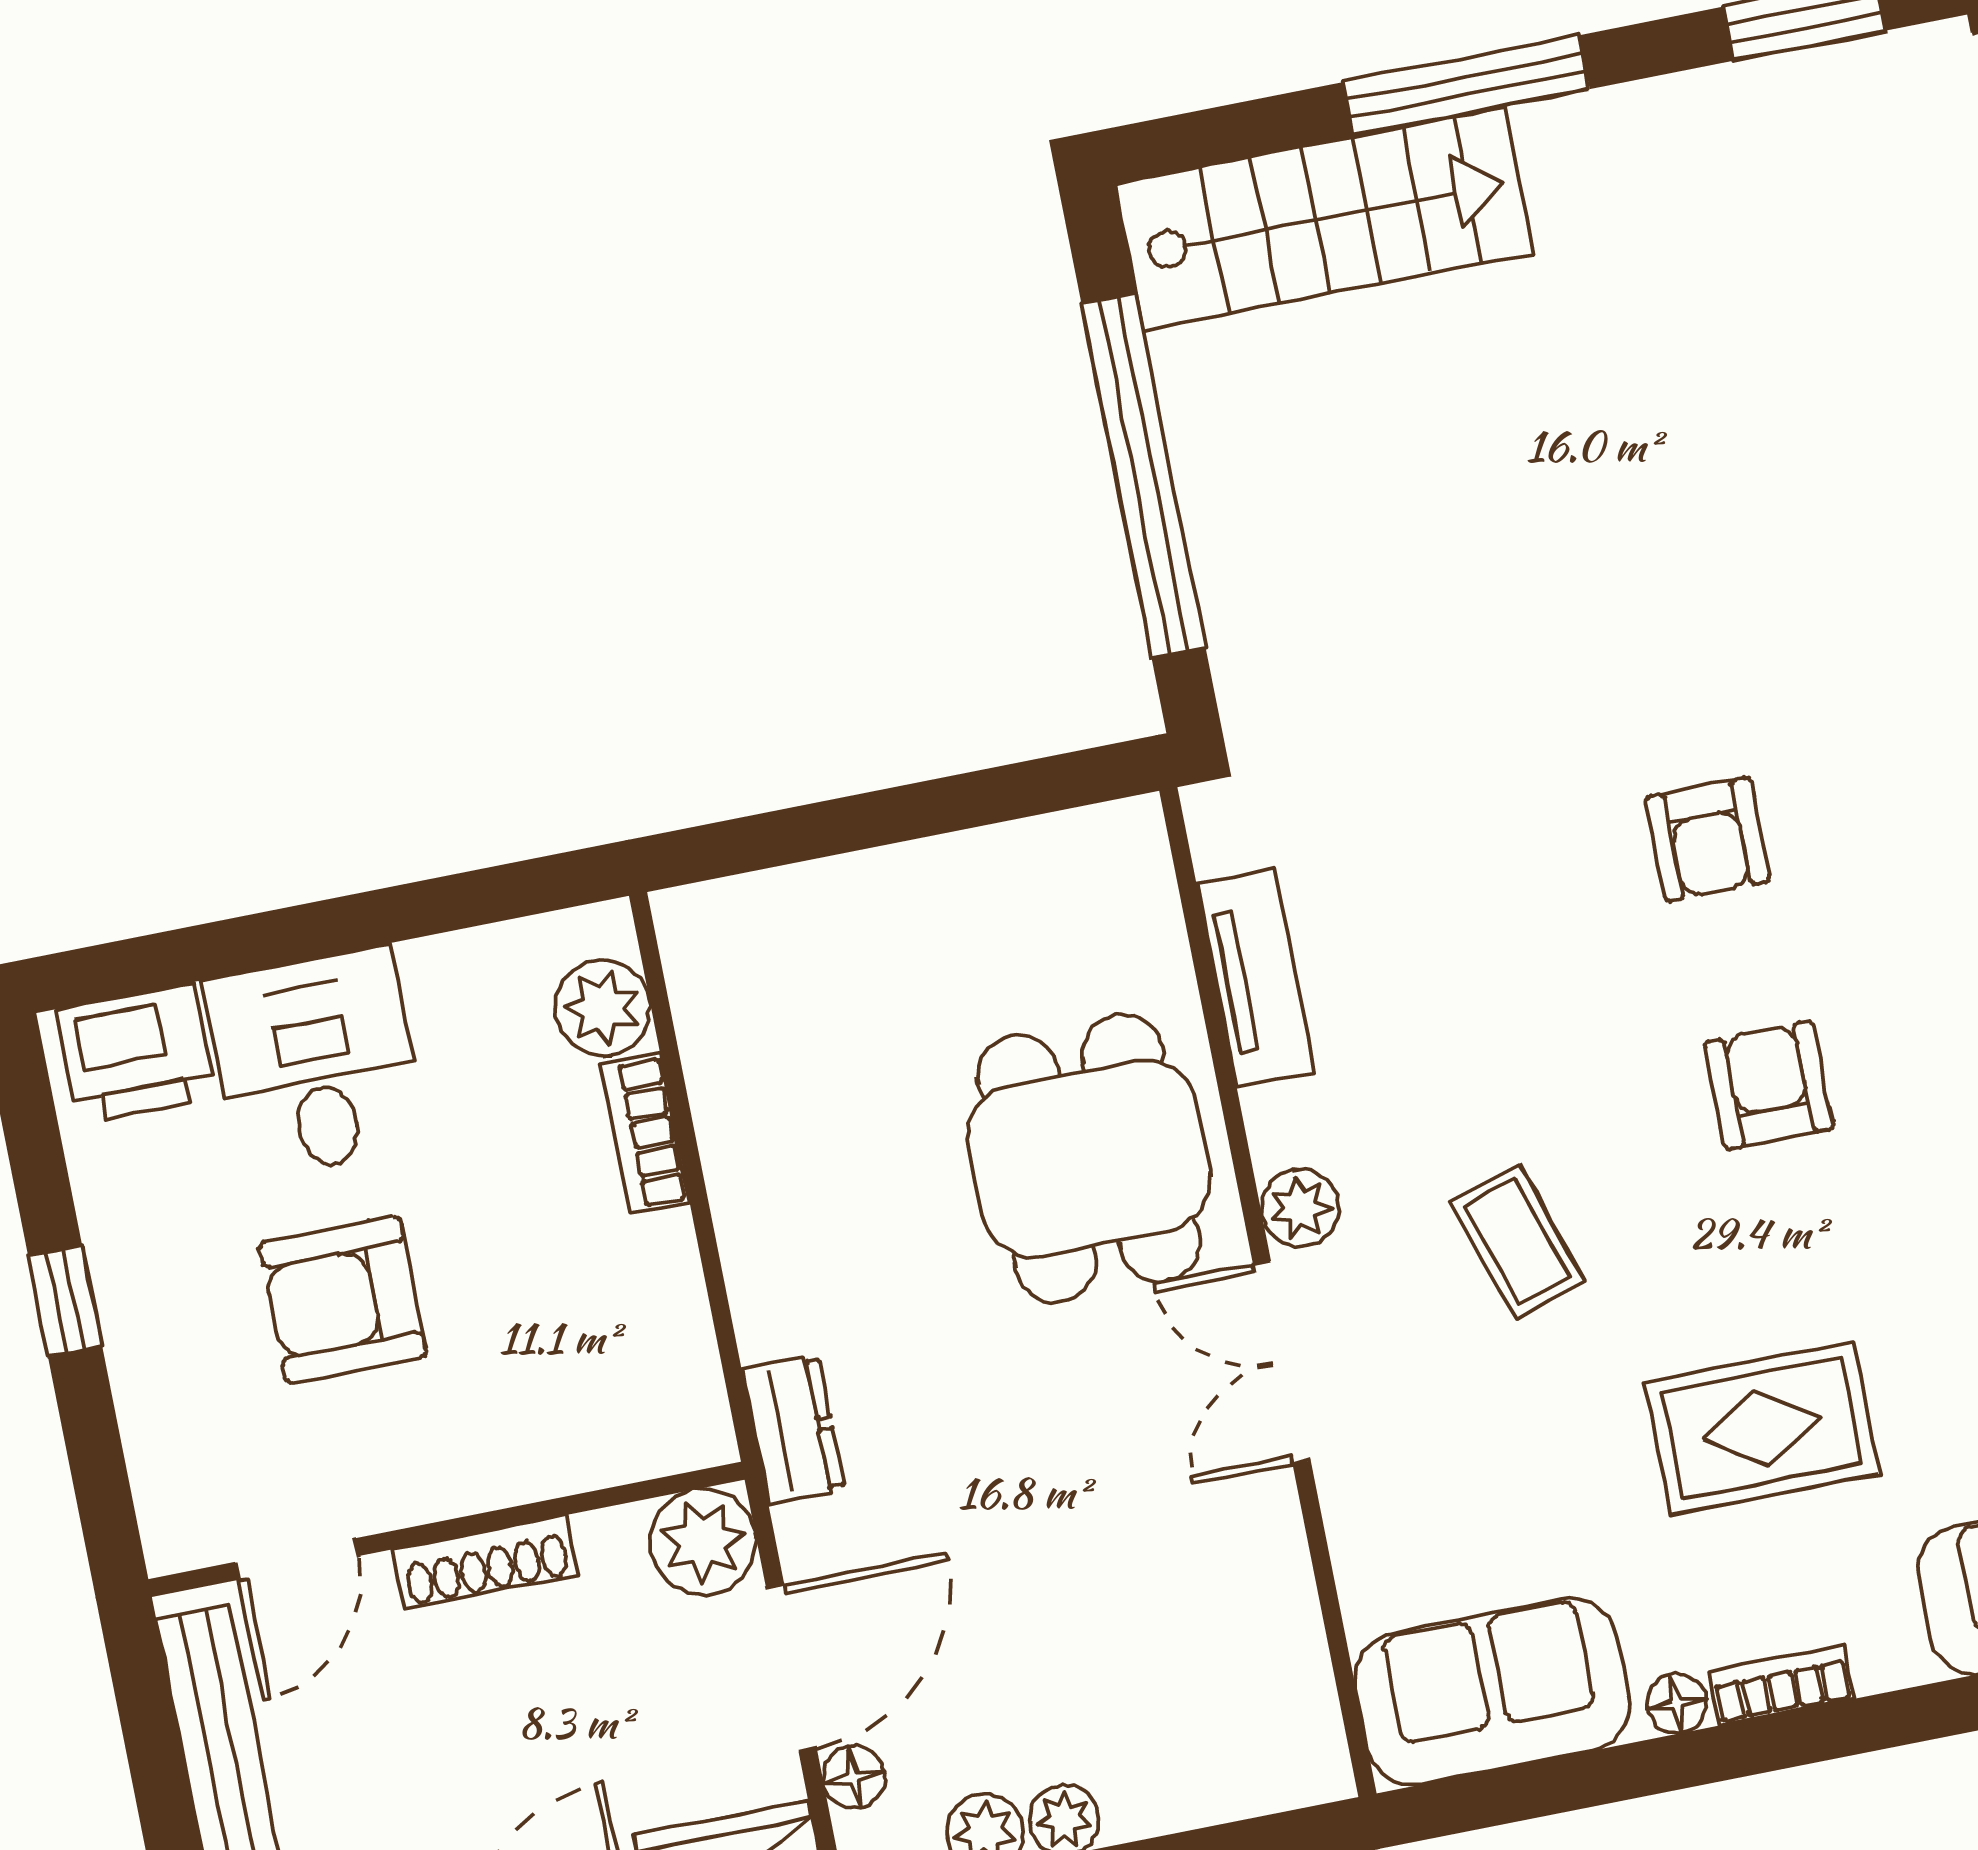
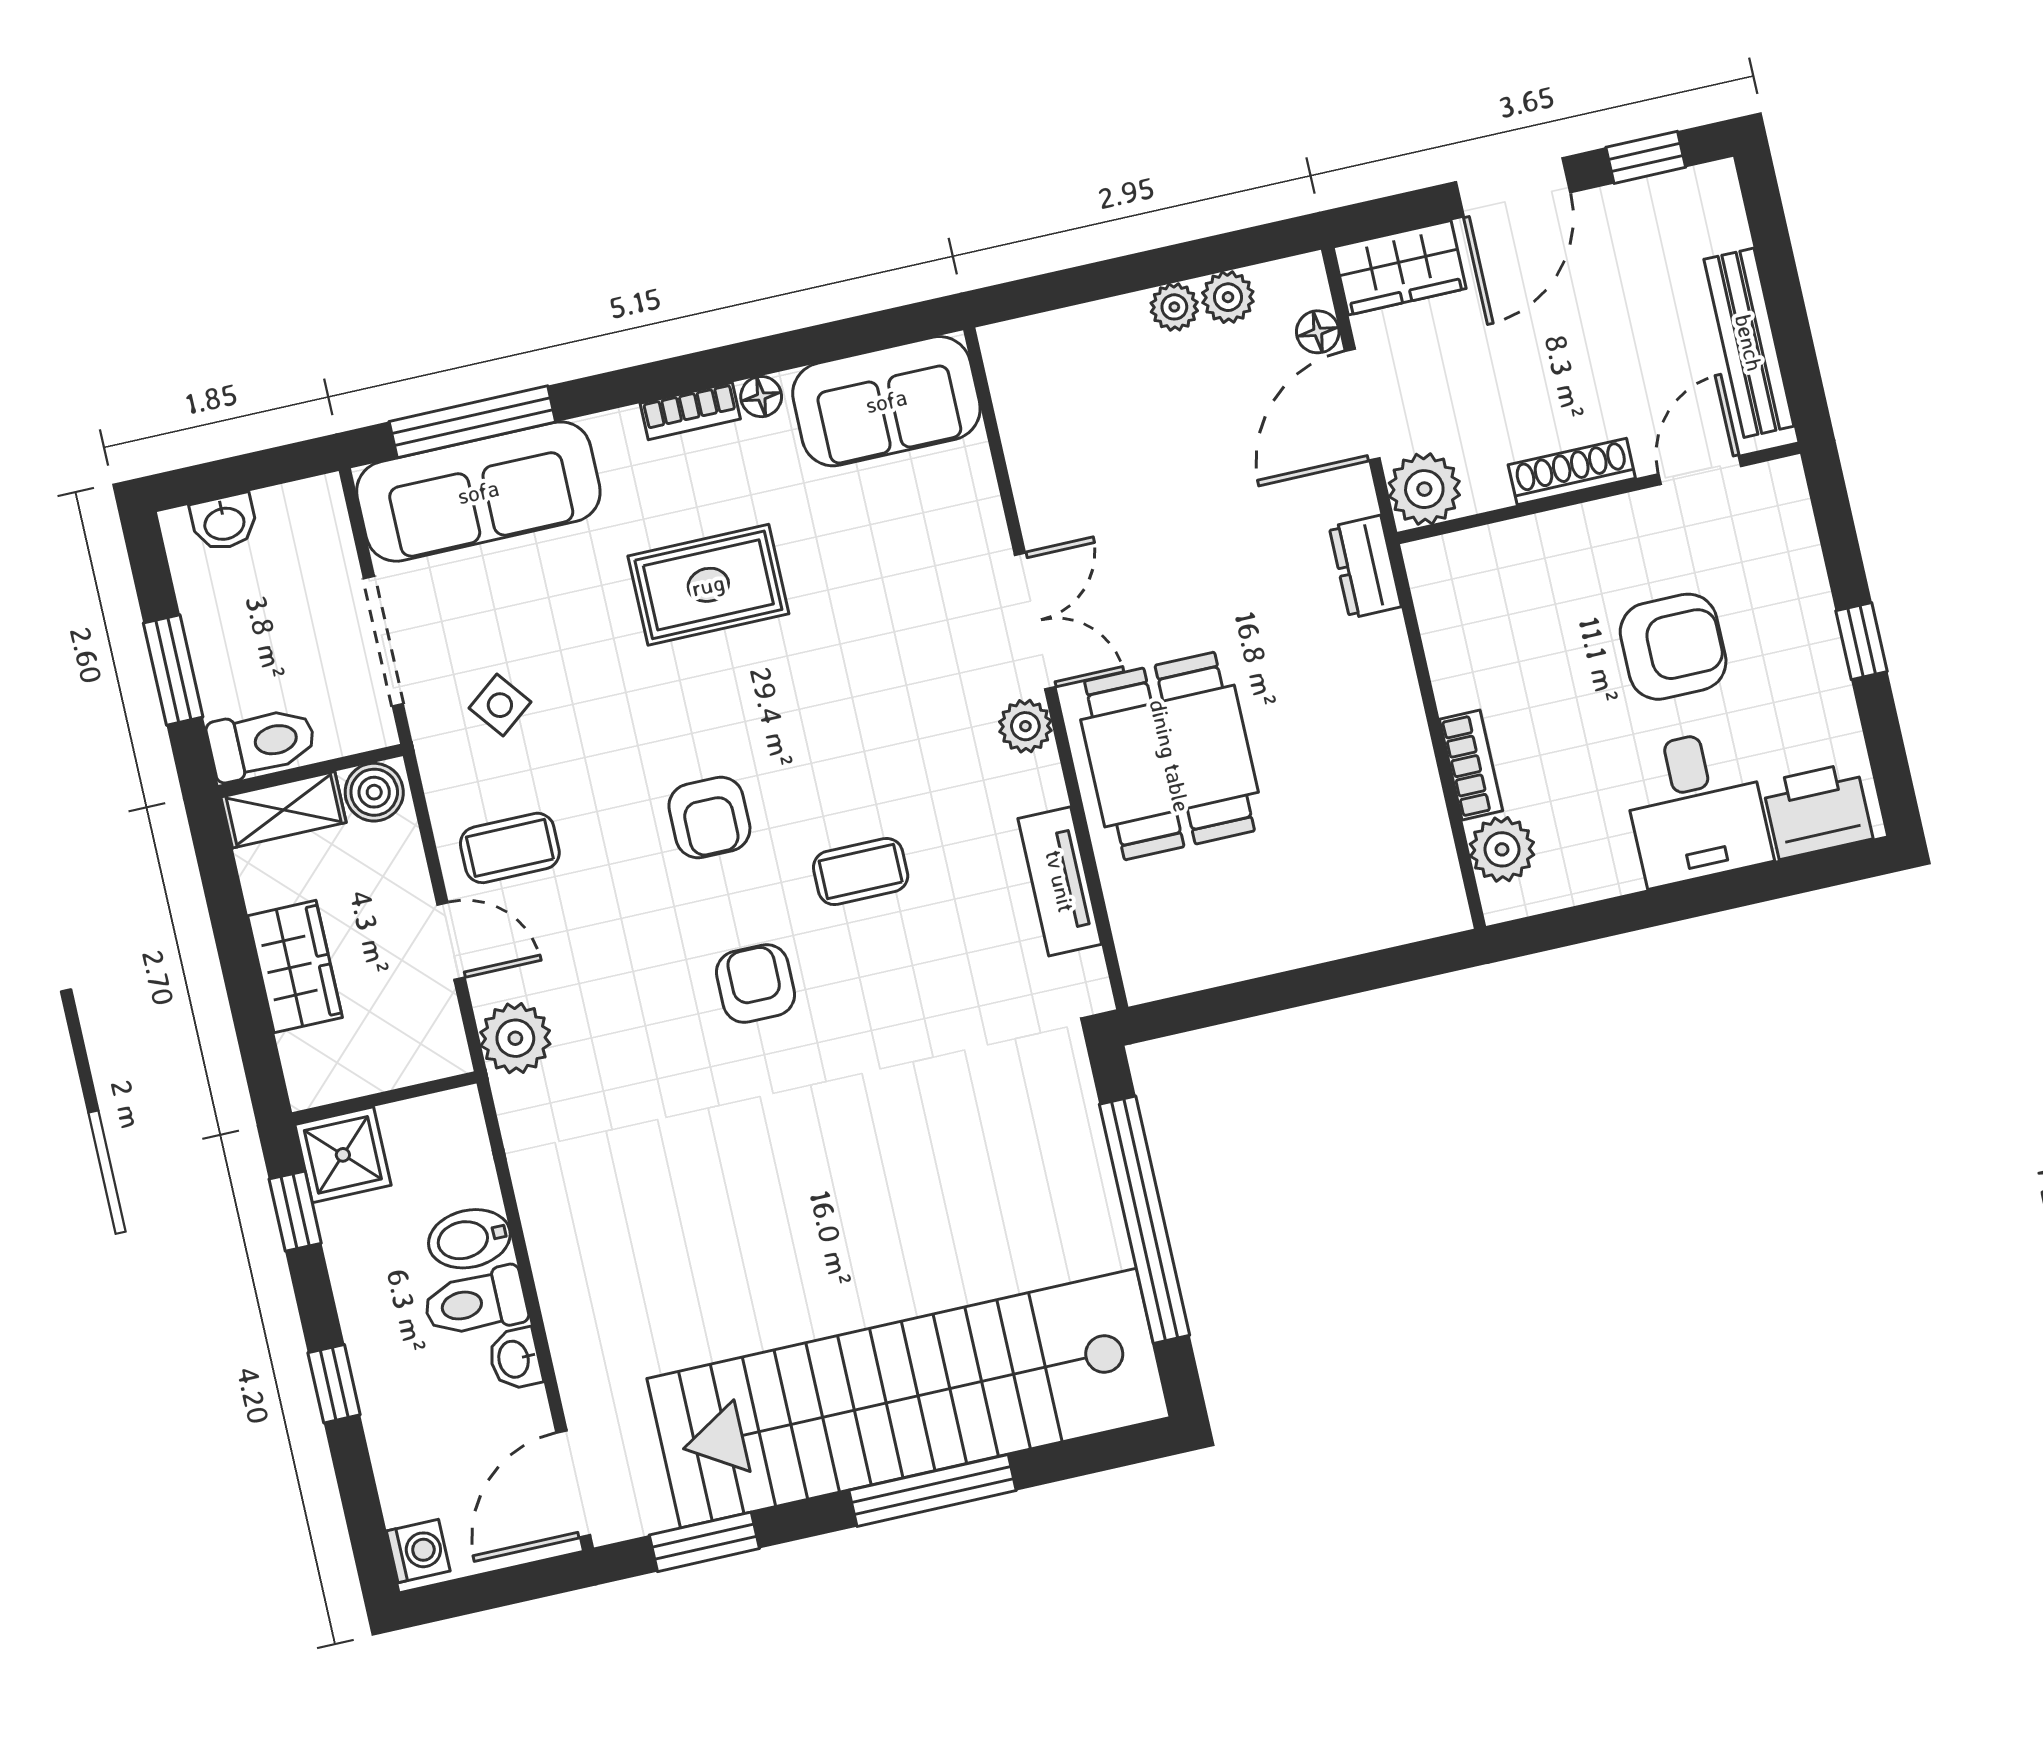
stairs: (1323, 218) -> (908, 1398), width x1.86, depth x1.51
coffee table: (1517, 1241) -> (861, 872), moved, turned -72

